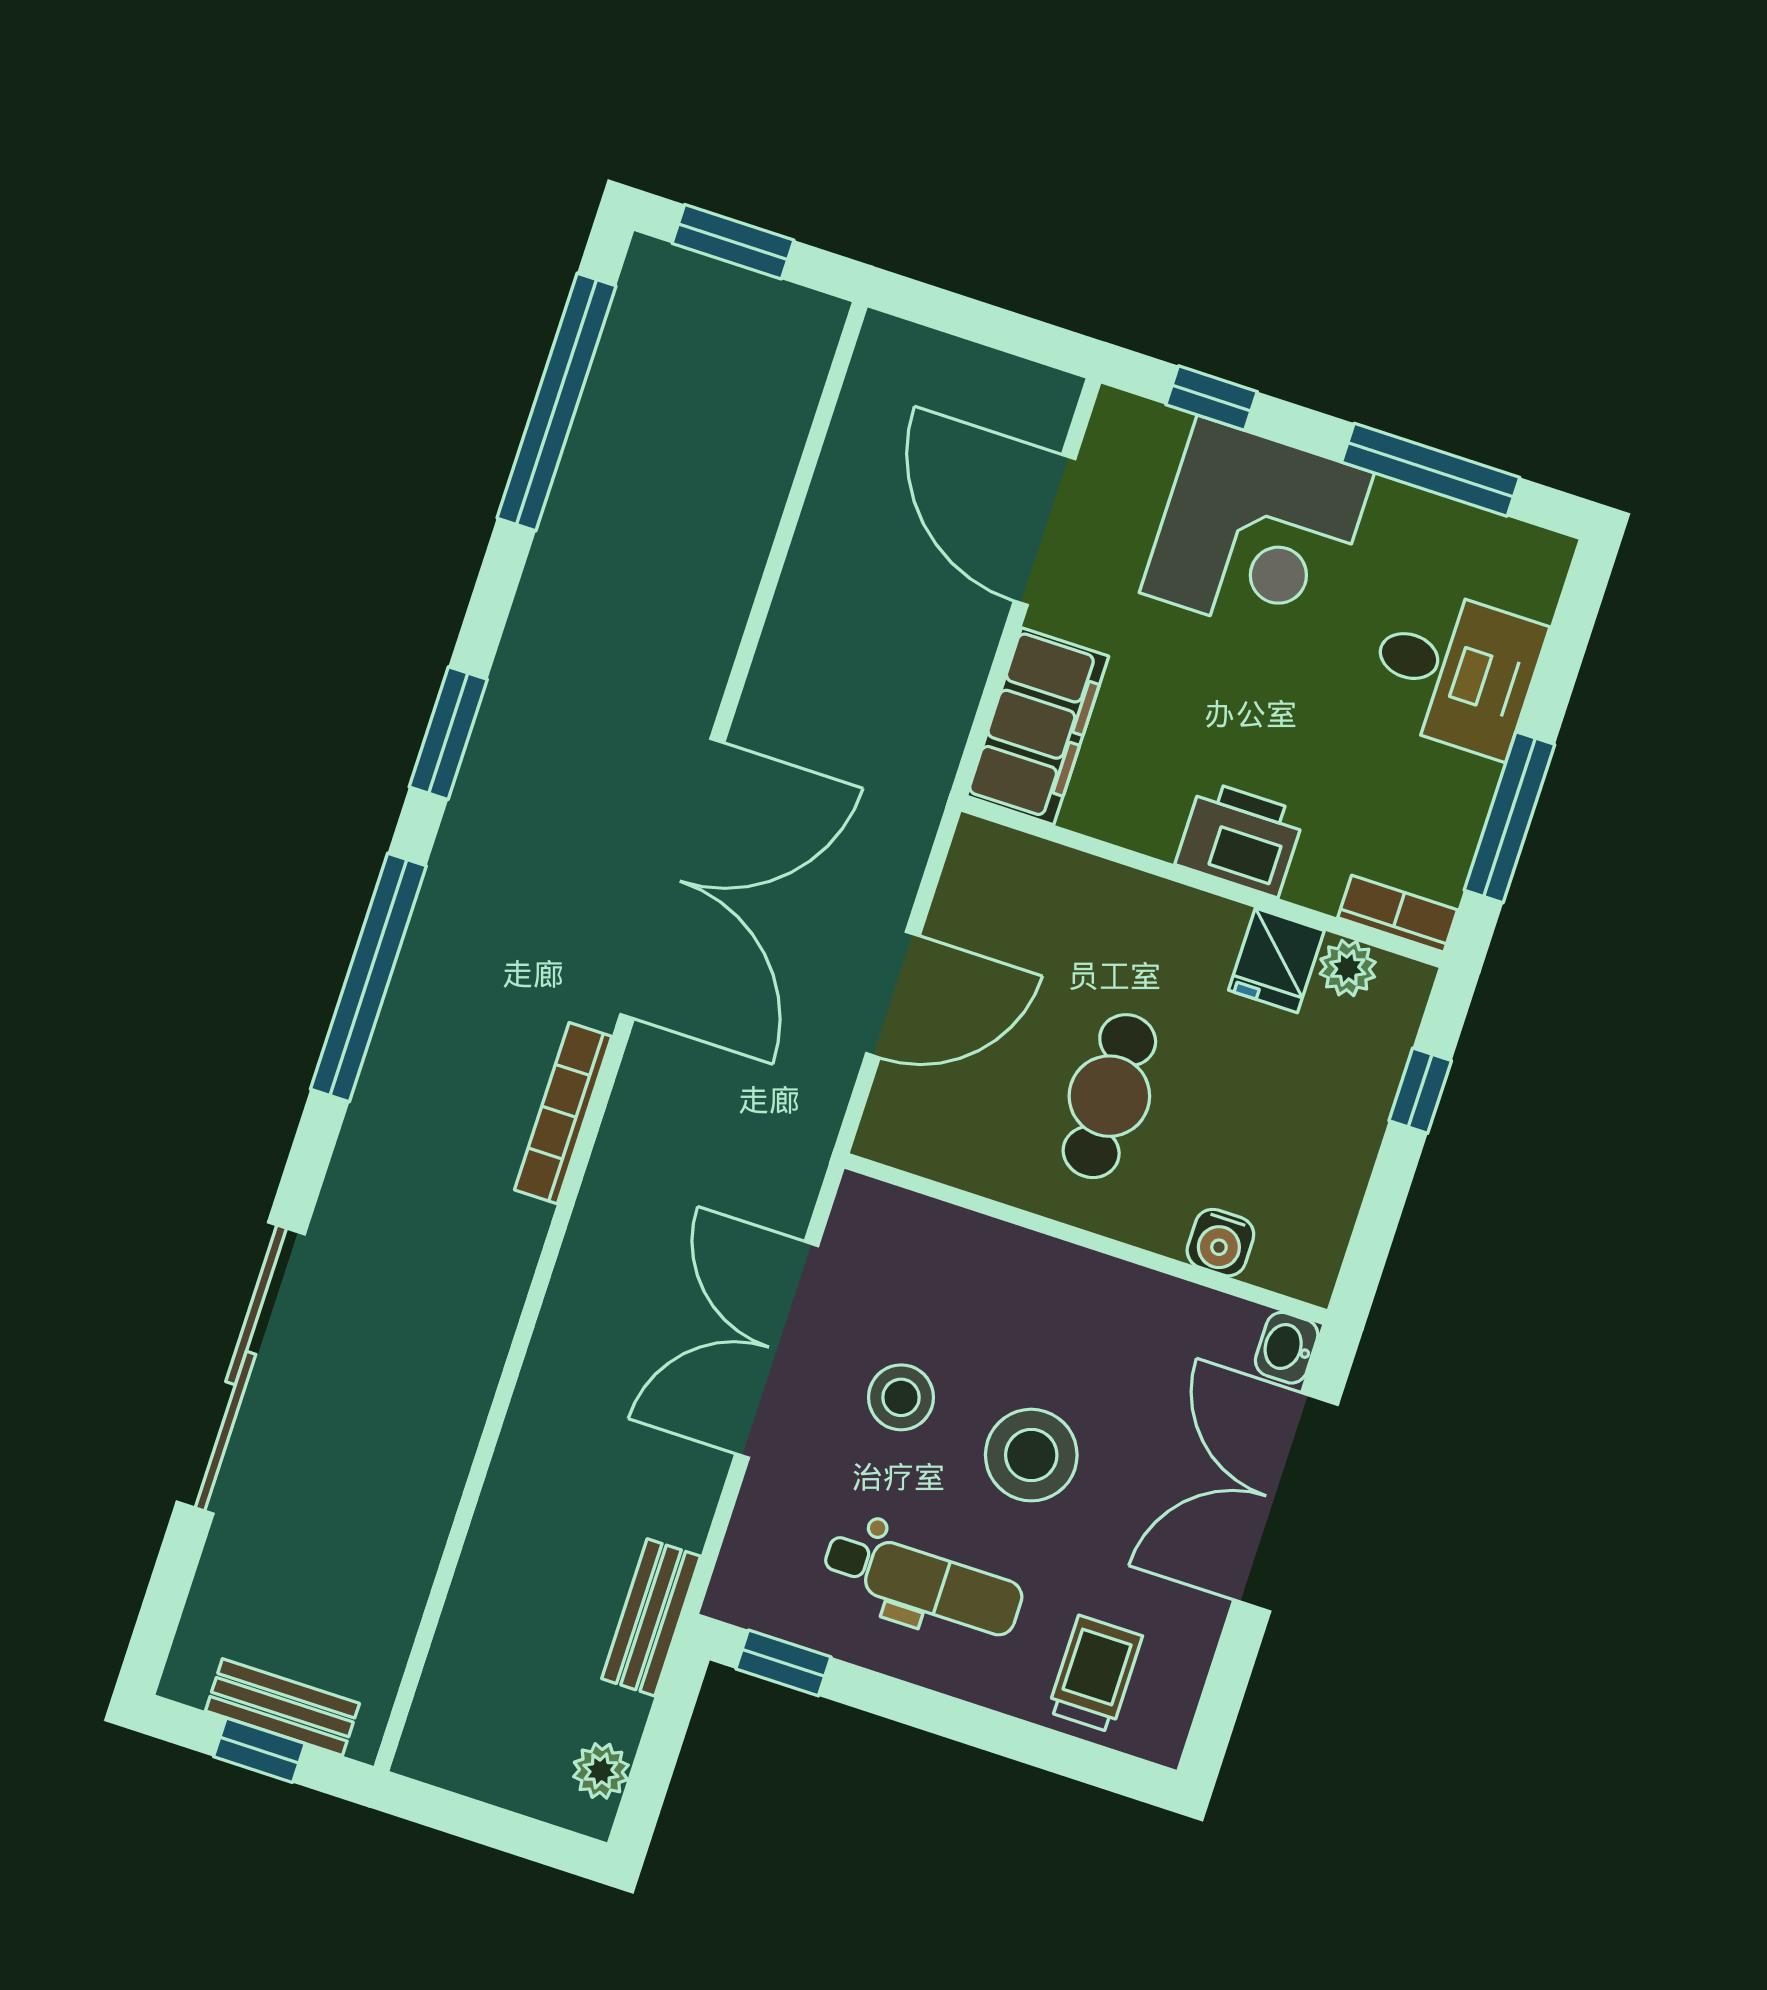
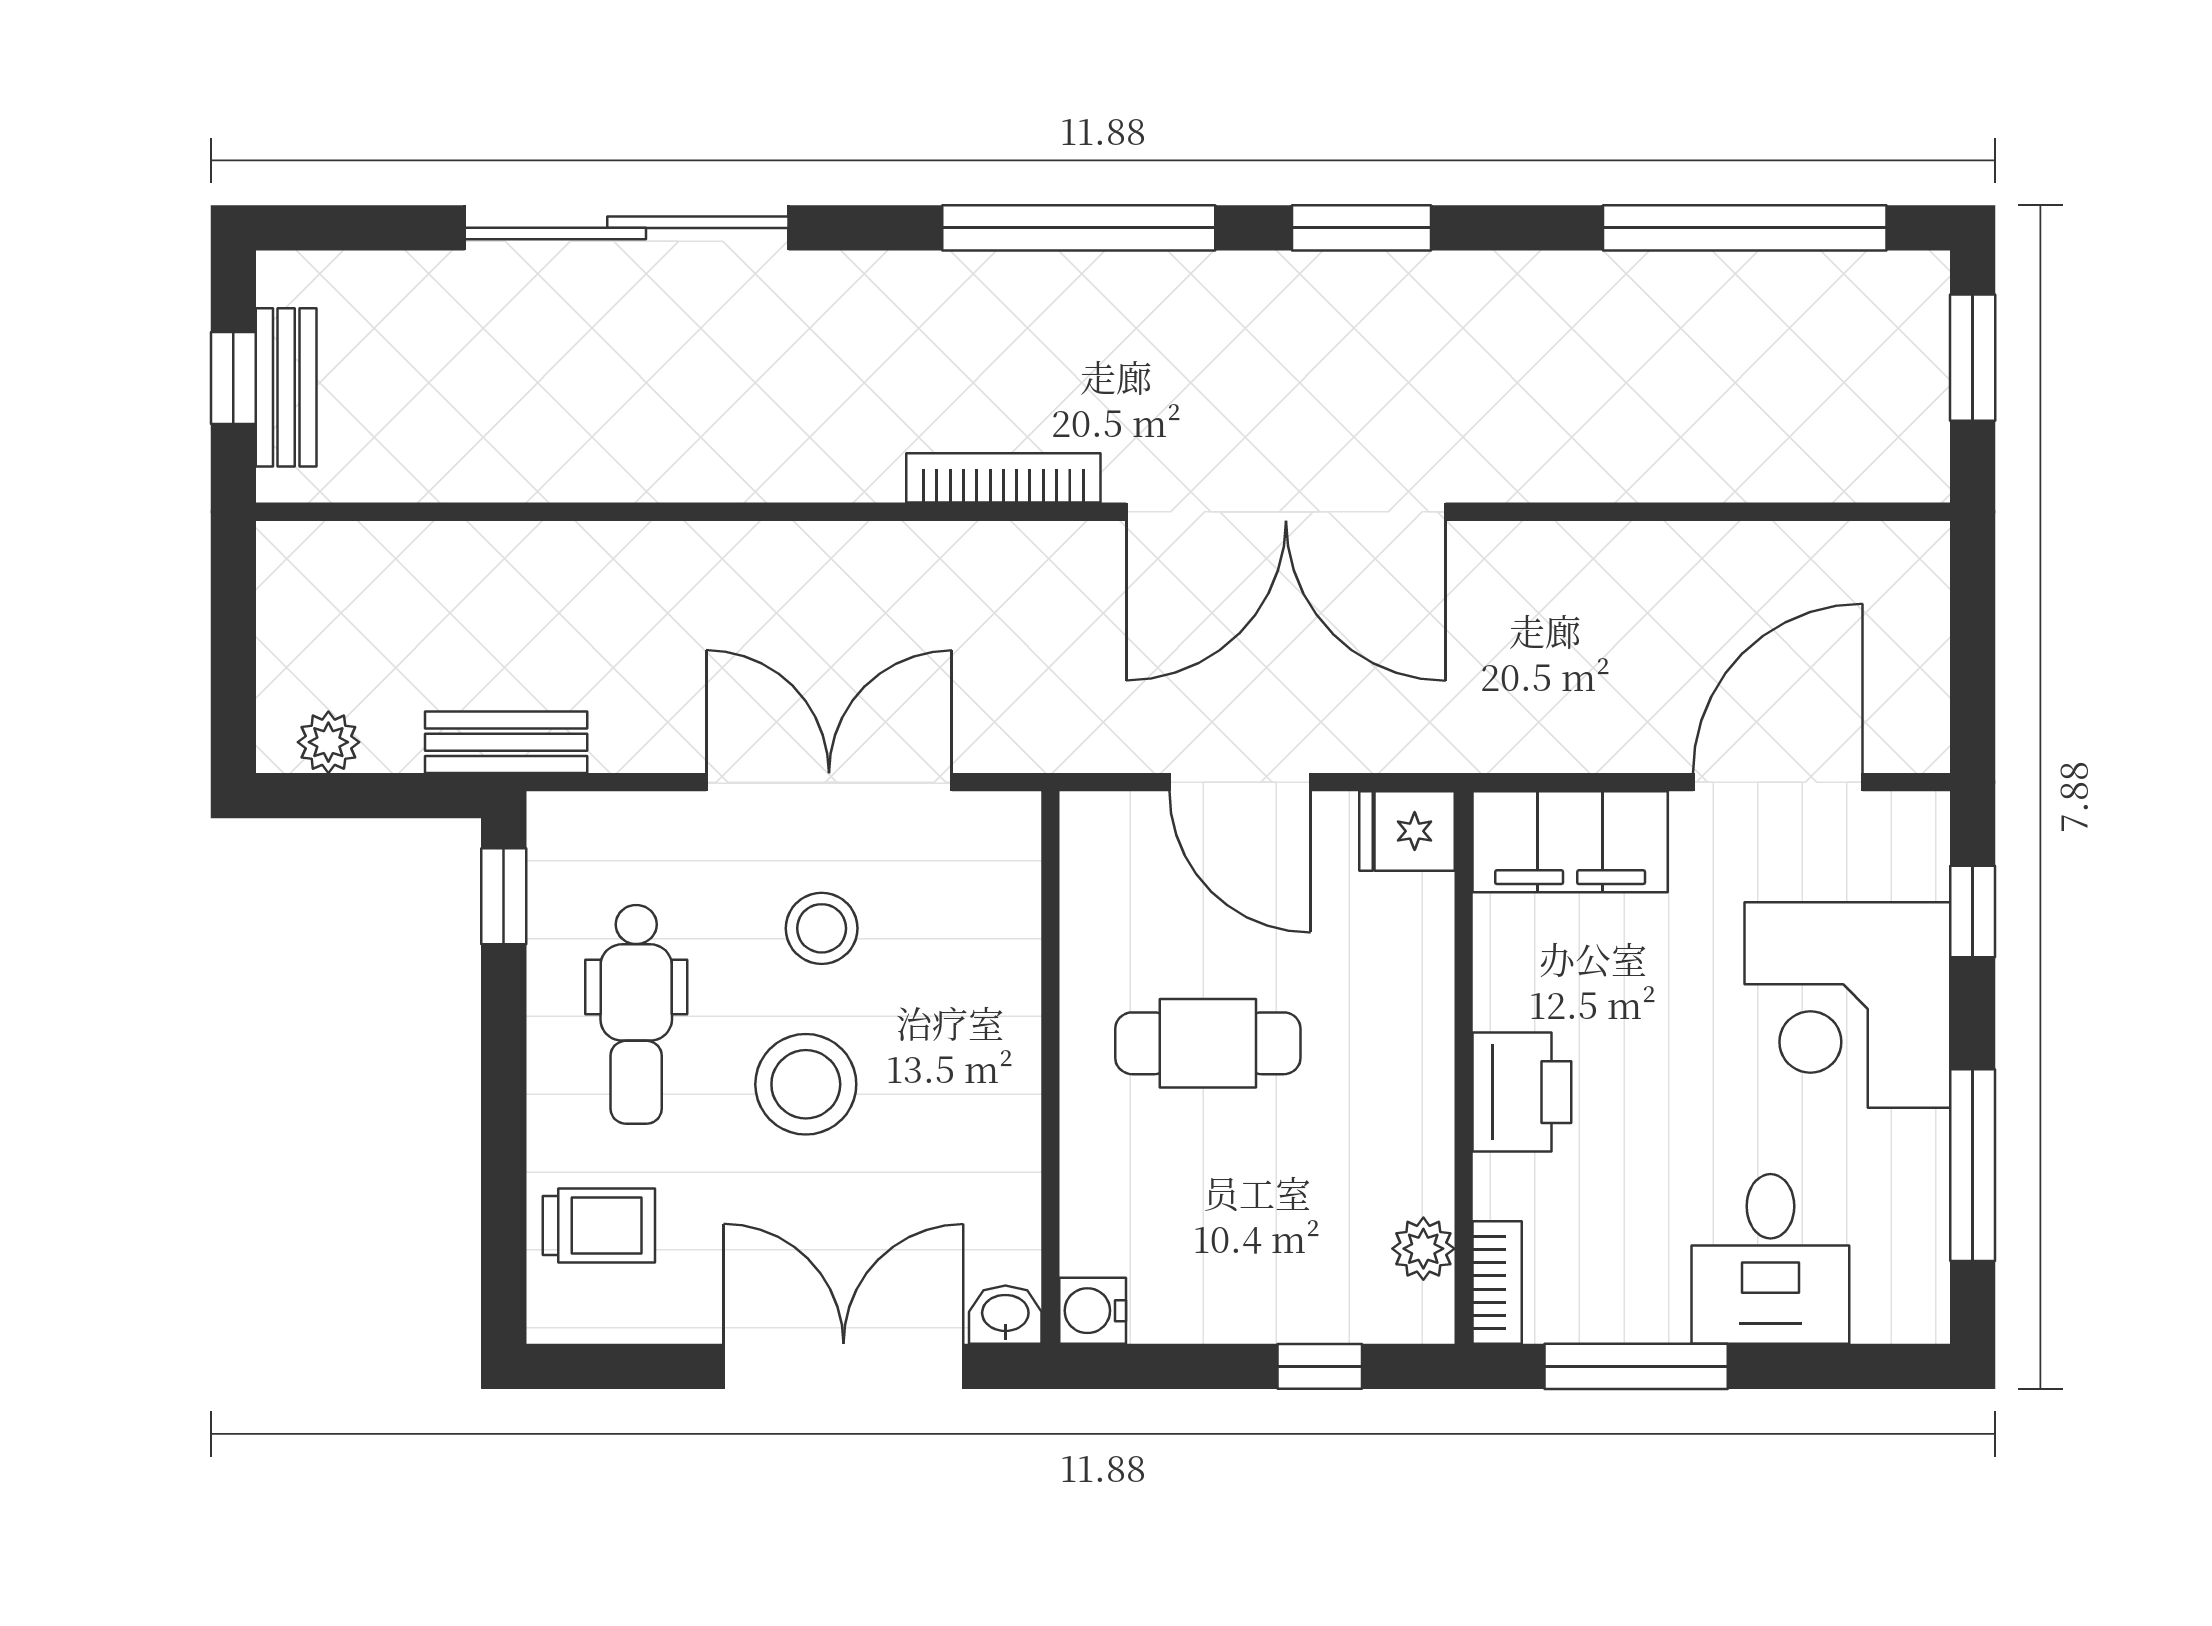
fridge: (1276, 960) -> (1407, 831), moved
water cooler: (1220, 1243) -> (1093, 1311), moved

